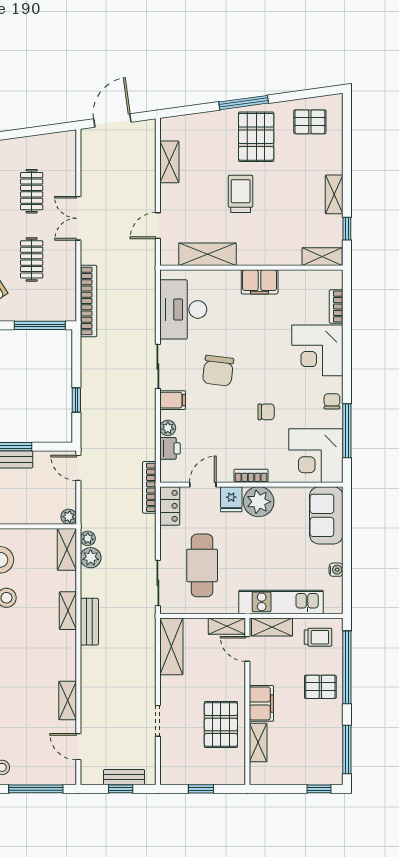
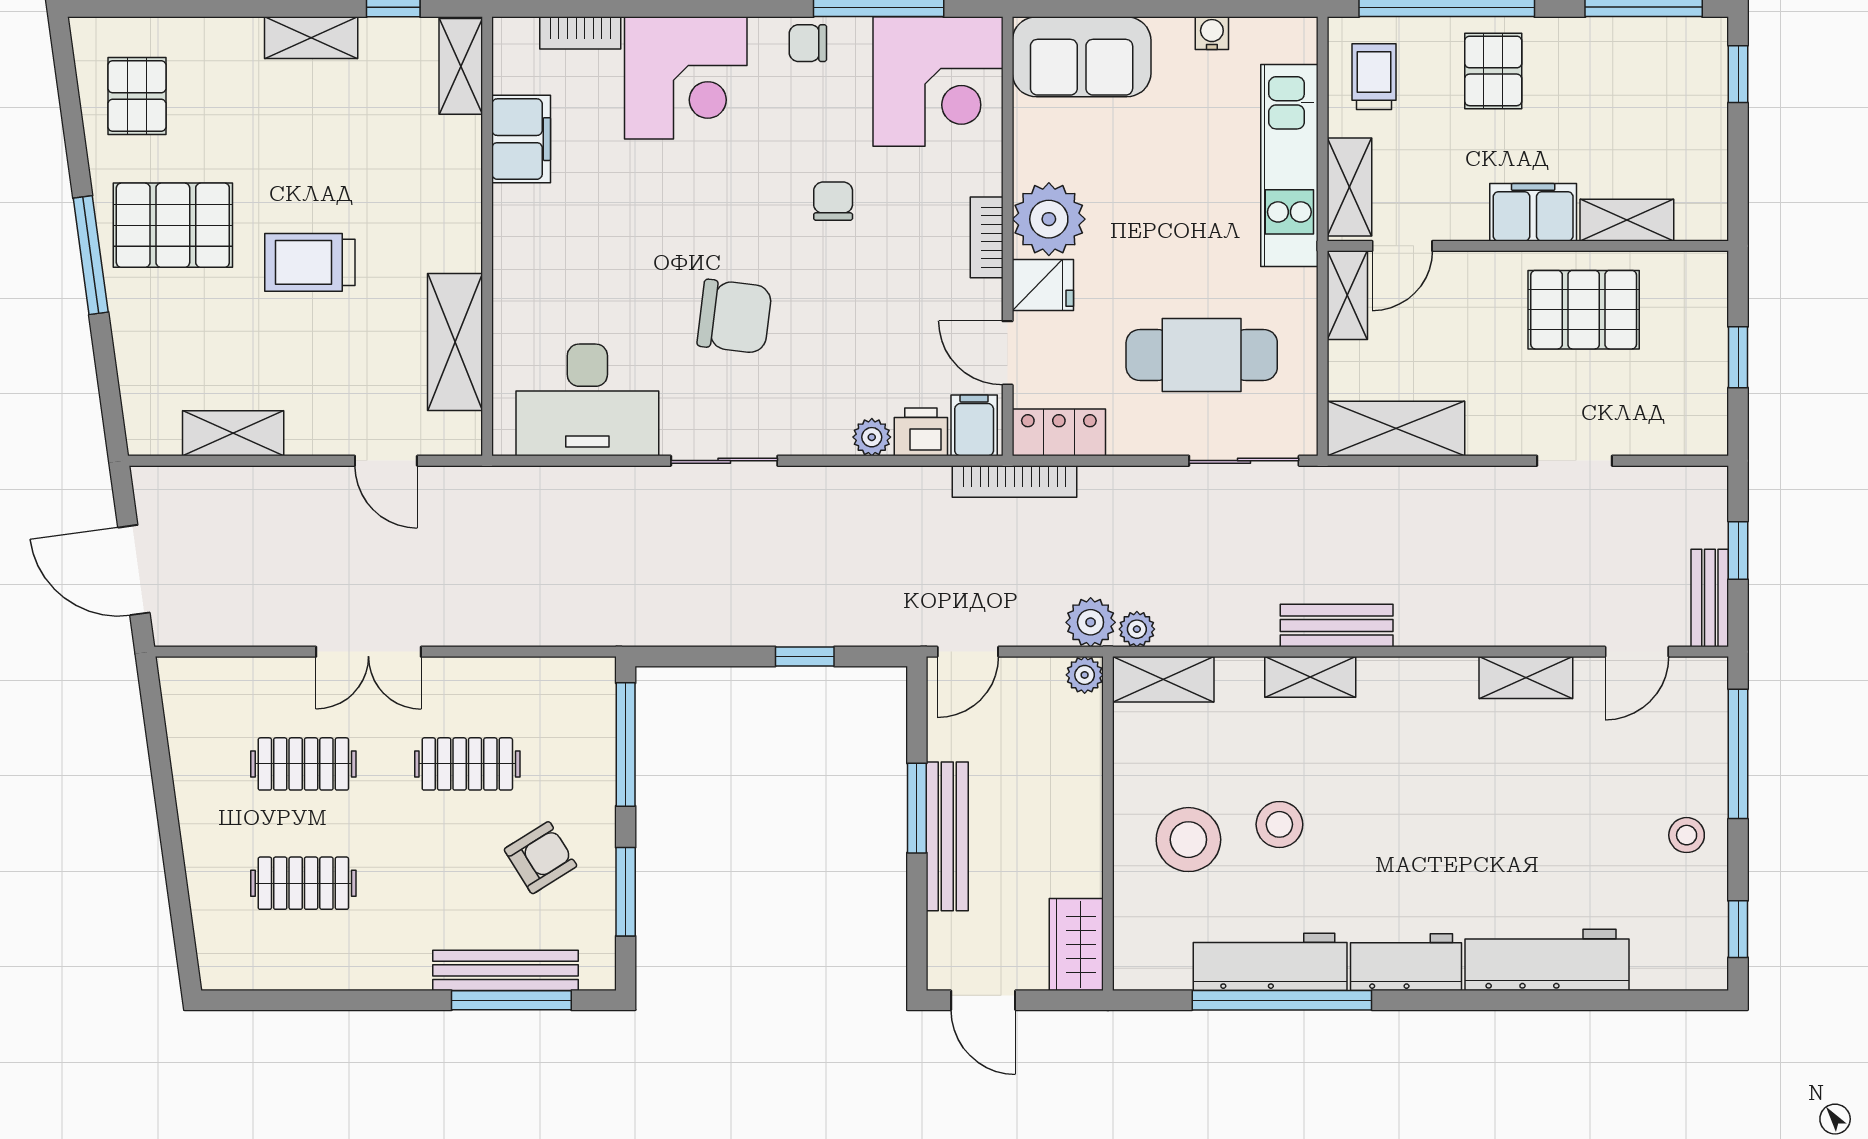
filing cabinet: (260, 282) -> (521, 139), moved
bookcase: (89, 301) -> (567, 627), removed
filing cabinet: (173, 400) -> (974, 425), moved
plant: (91, 558) -> (1091, 622), moved
bench: (124, 777) -> (1710, 598), moved

